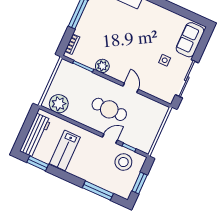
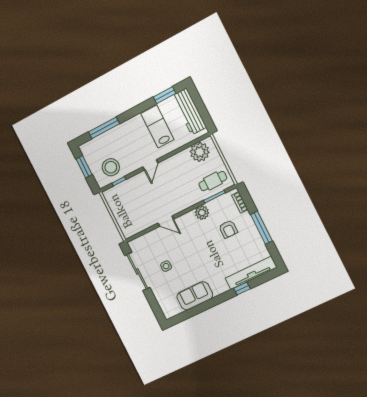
armchair: (99, 37) -> (228, 229), added
sofa: (190, 40) -> (195, 296), moved, turned -90
cafe table: (109, 109) -> (213, 181), moved, width x0.73, depth x0.74
door: (110, 139) -> (150, 165), moved

